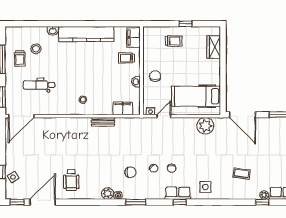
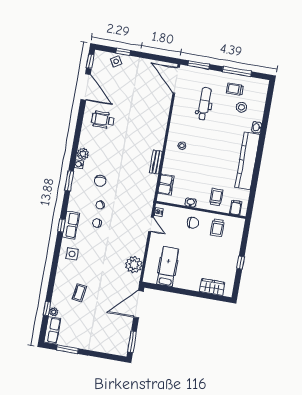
filing cabinet: (134, 38) -> (236, 208), width x0.50
trolley: (174, 41) -> (217, 228), moved
hospital bed: (196, 96) -> (168, 267), width x0.73, depth x0.78

